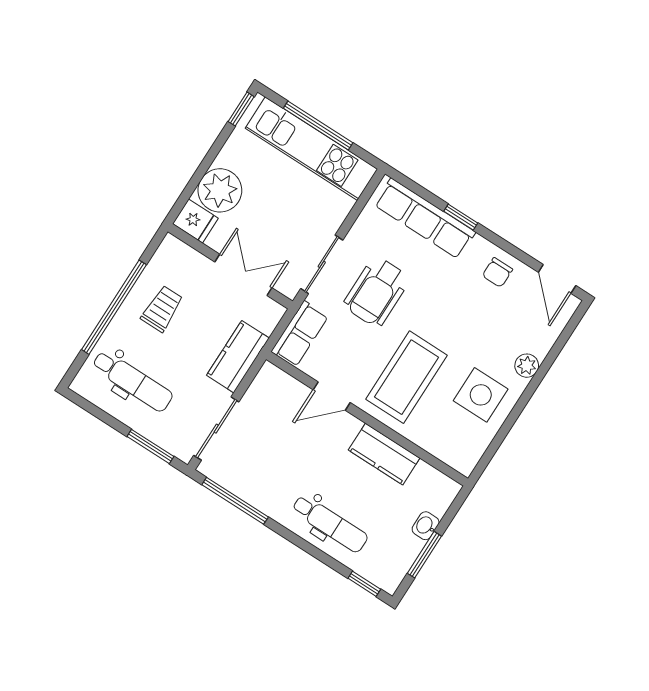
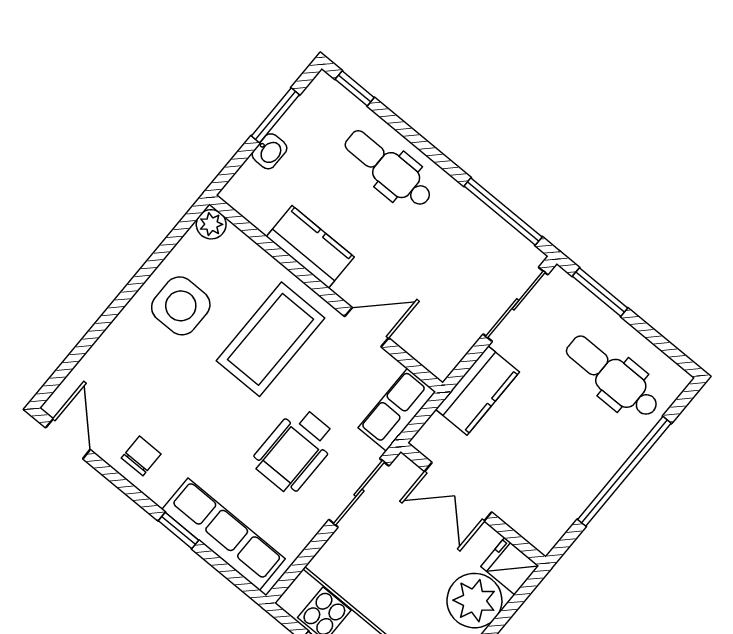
wheelchair: (377, 292) -> (295, 450), turned 180
trolley: (162, 309) -> (565, 462), removed
plant: (527, 366) -> (211, 224), moved

